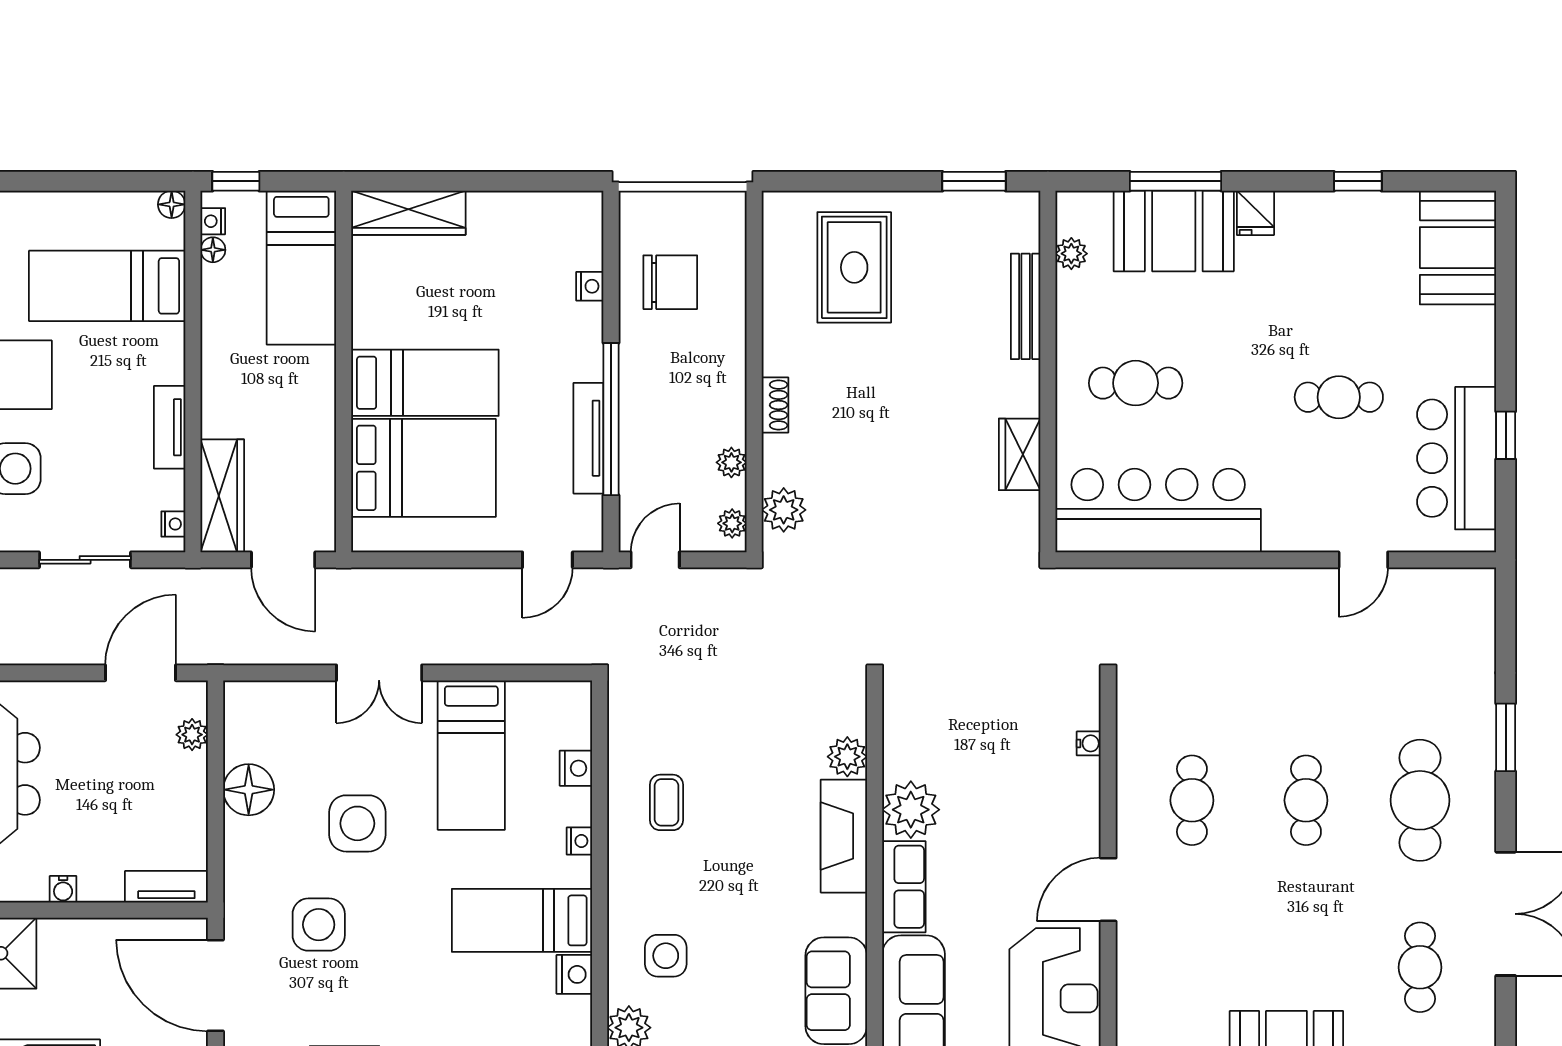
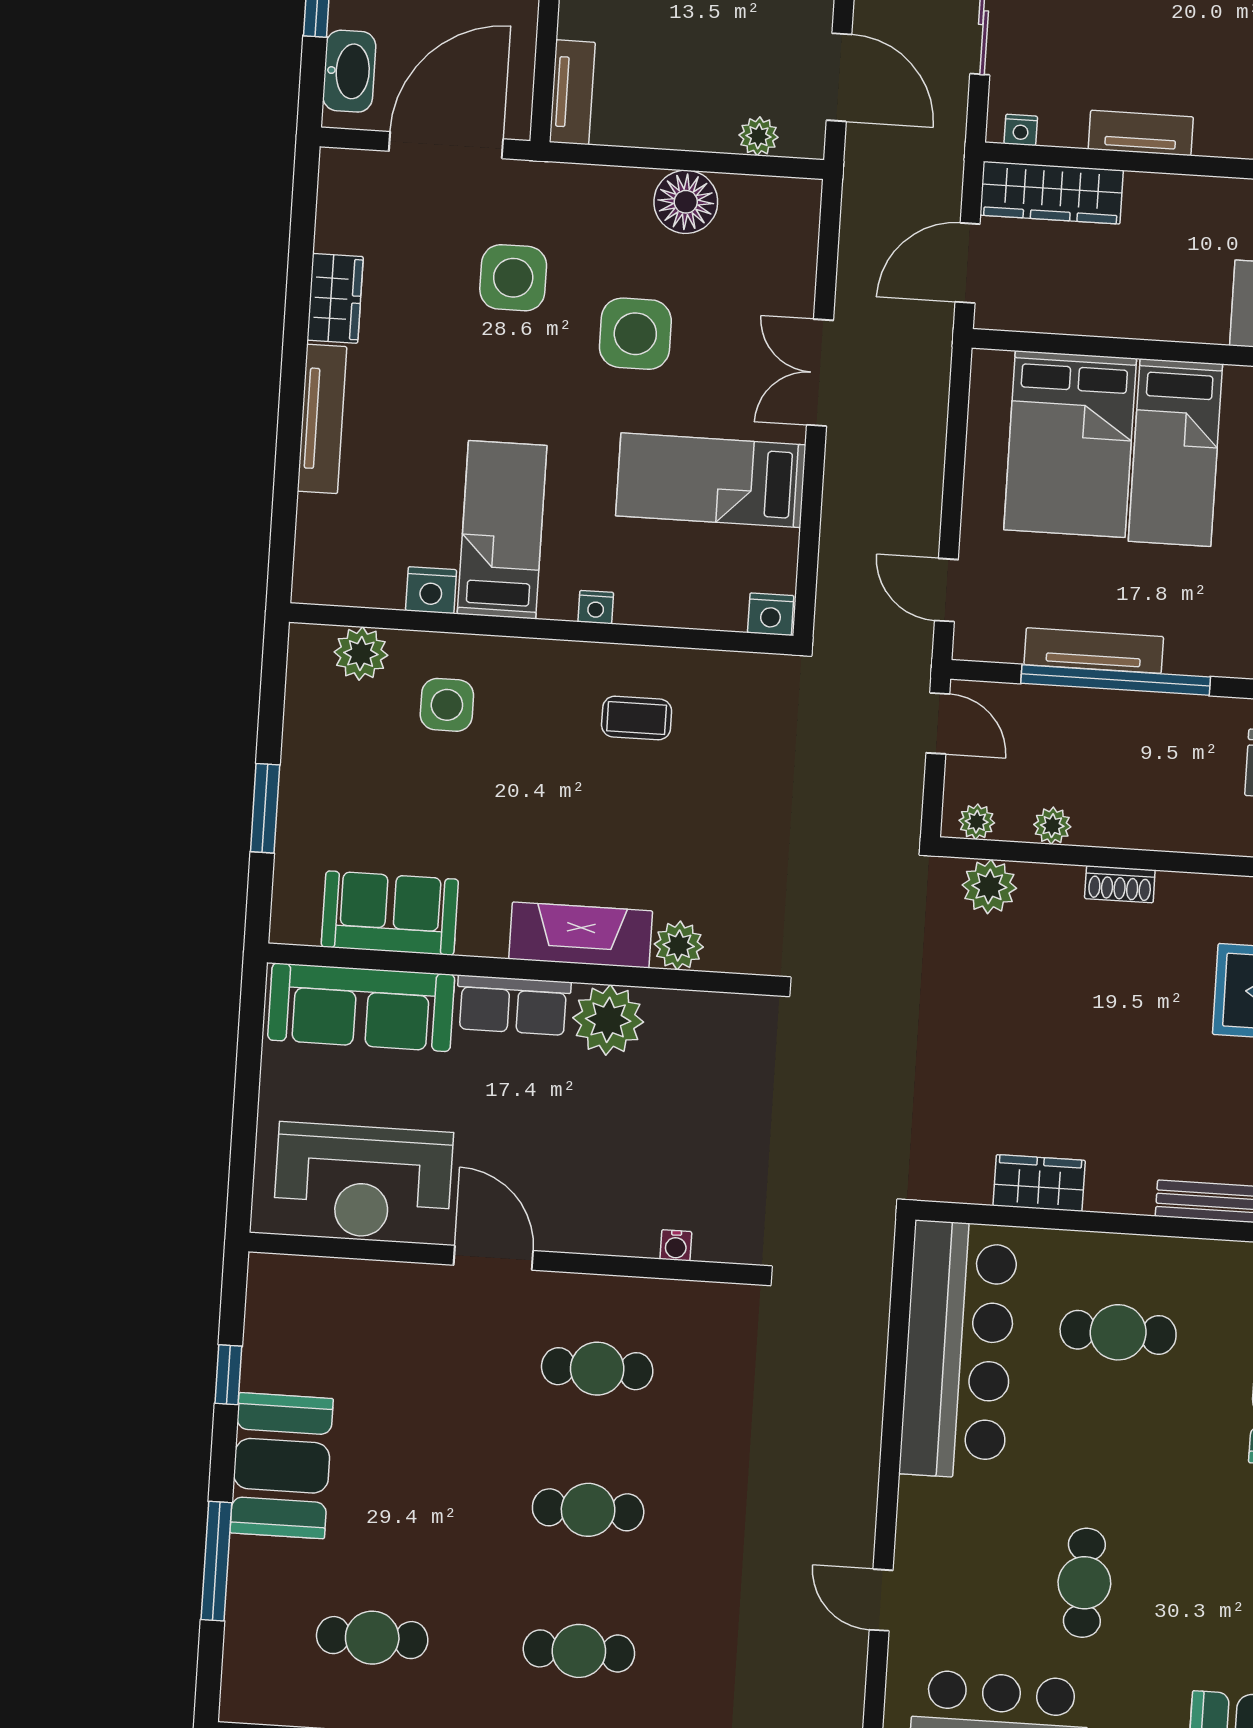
cafe table: (1136, 383) -> (1118, 1332), turned 90
nightstand: (576, 768) -> (771, 614), moved
cafe table: (1420, 800) -> (579, 1651), width x0.73, depth x0.74

